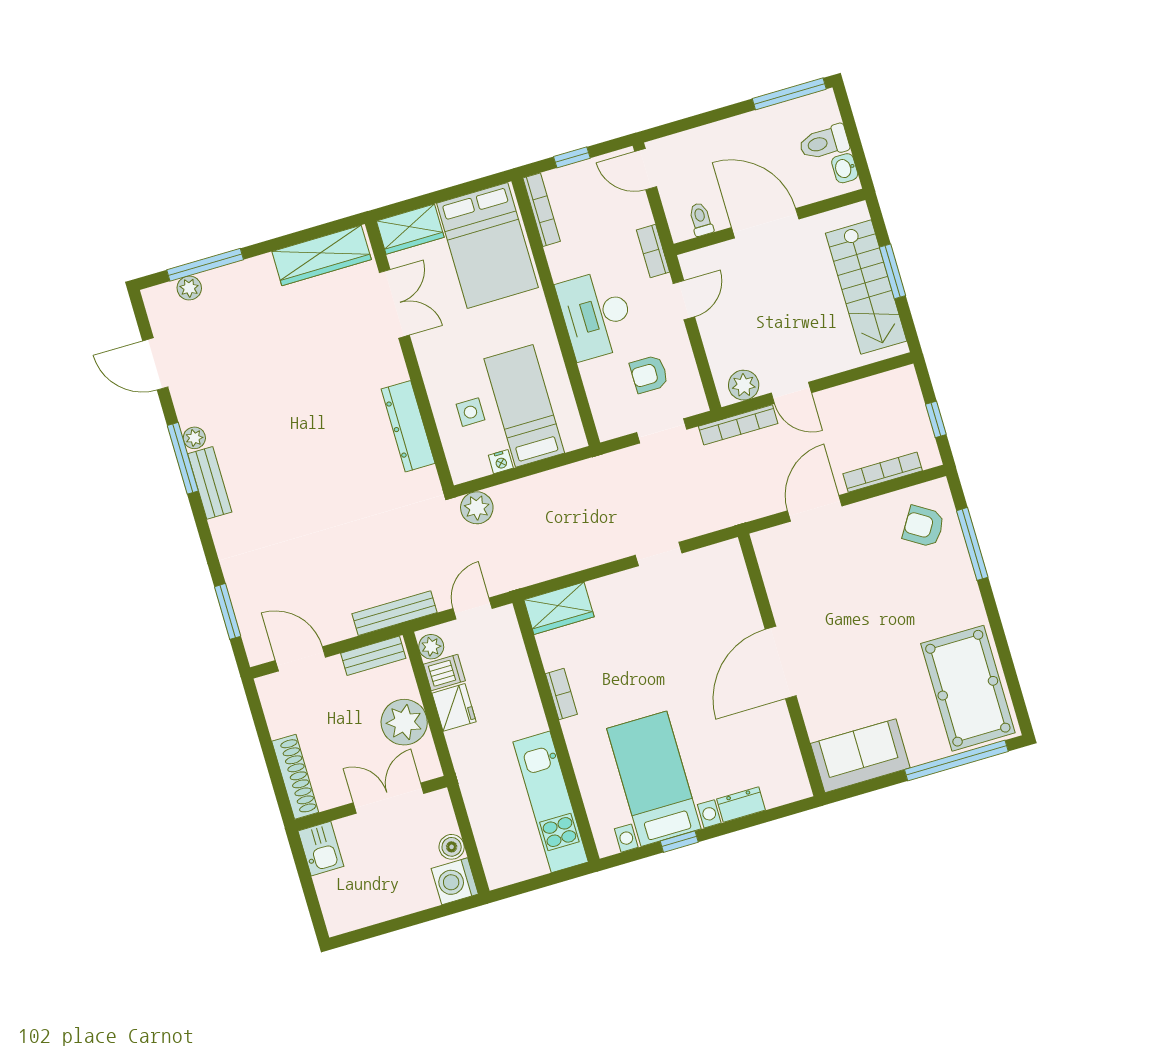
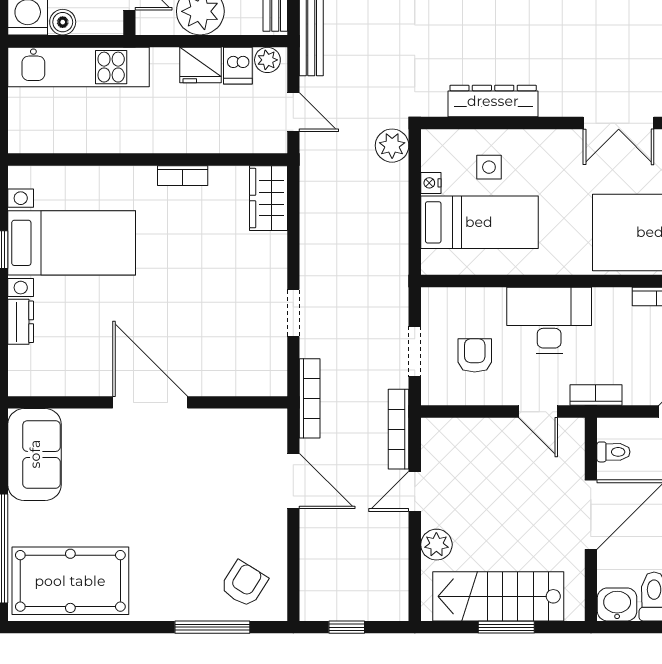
washbasin: (845, 168) -> (617, 604), width x1.38, depth x1.45
plant: (744, 385) -> (436, 545), moved
bookcase: (883, 472) -> (310, 398), moved
kitchen unit: (551, 802) -> (79, 67), moved, turned 180

